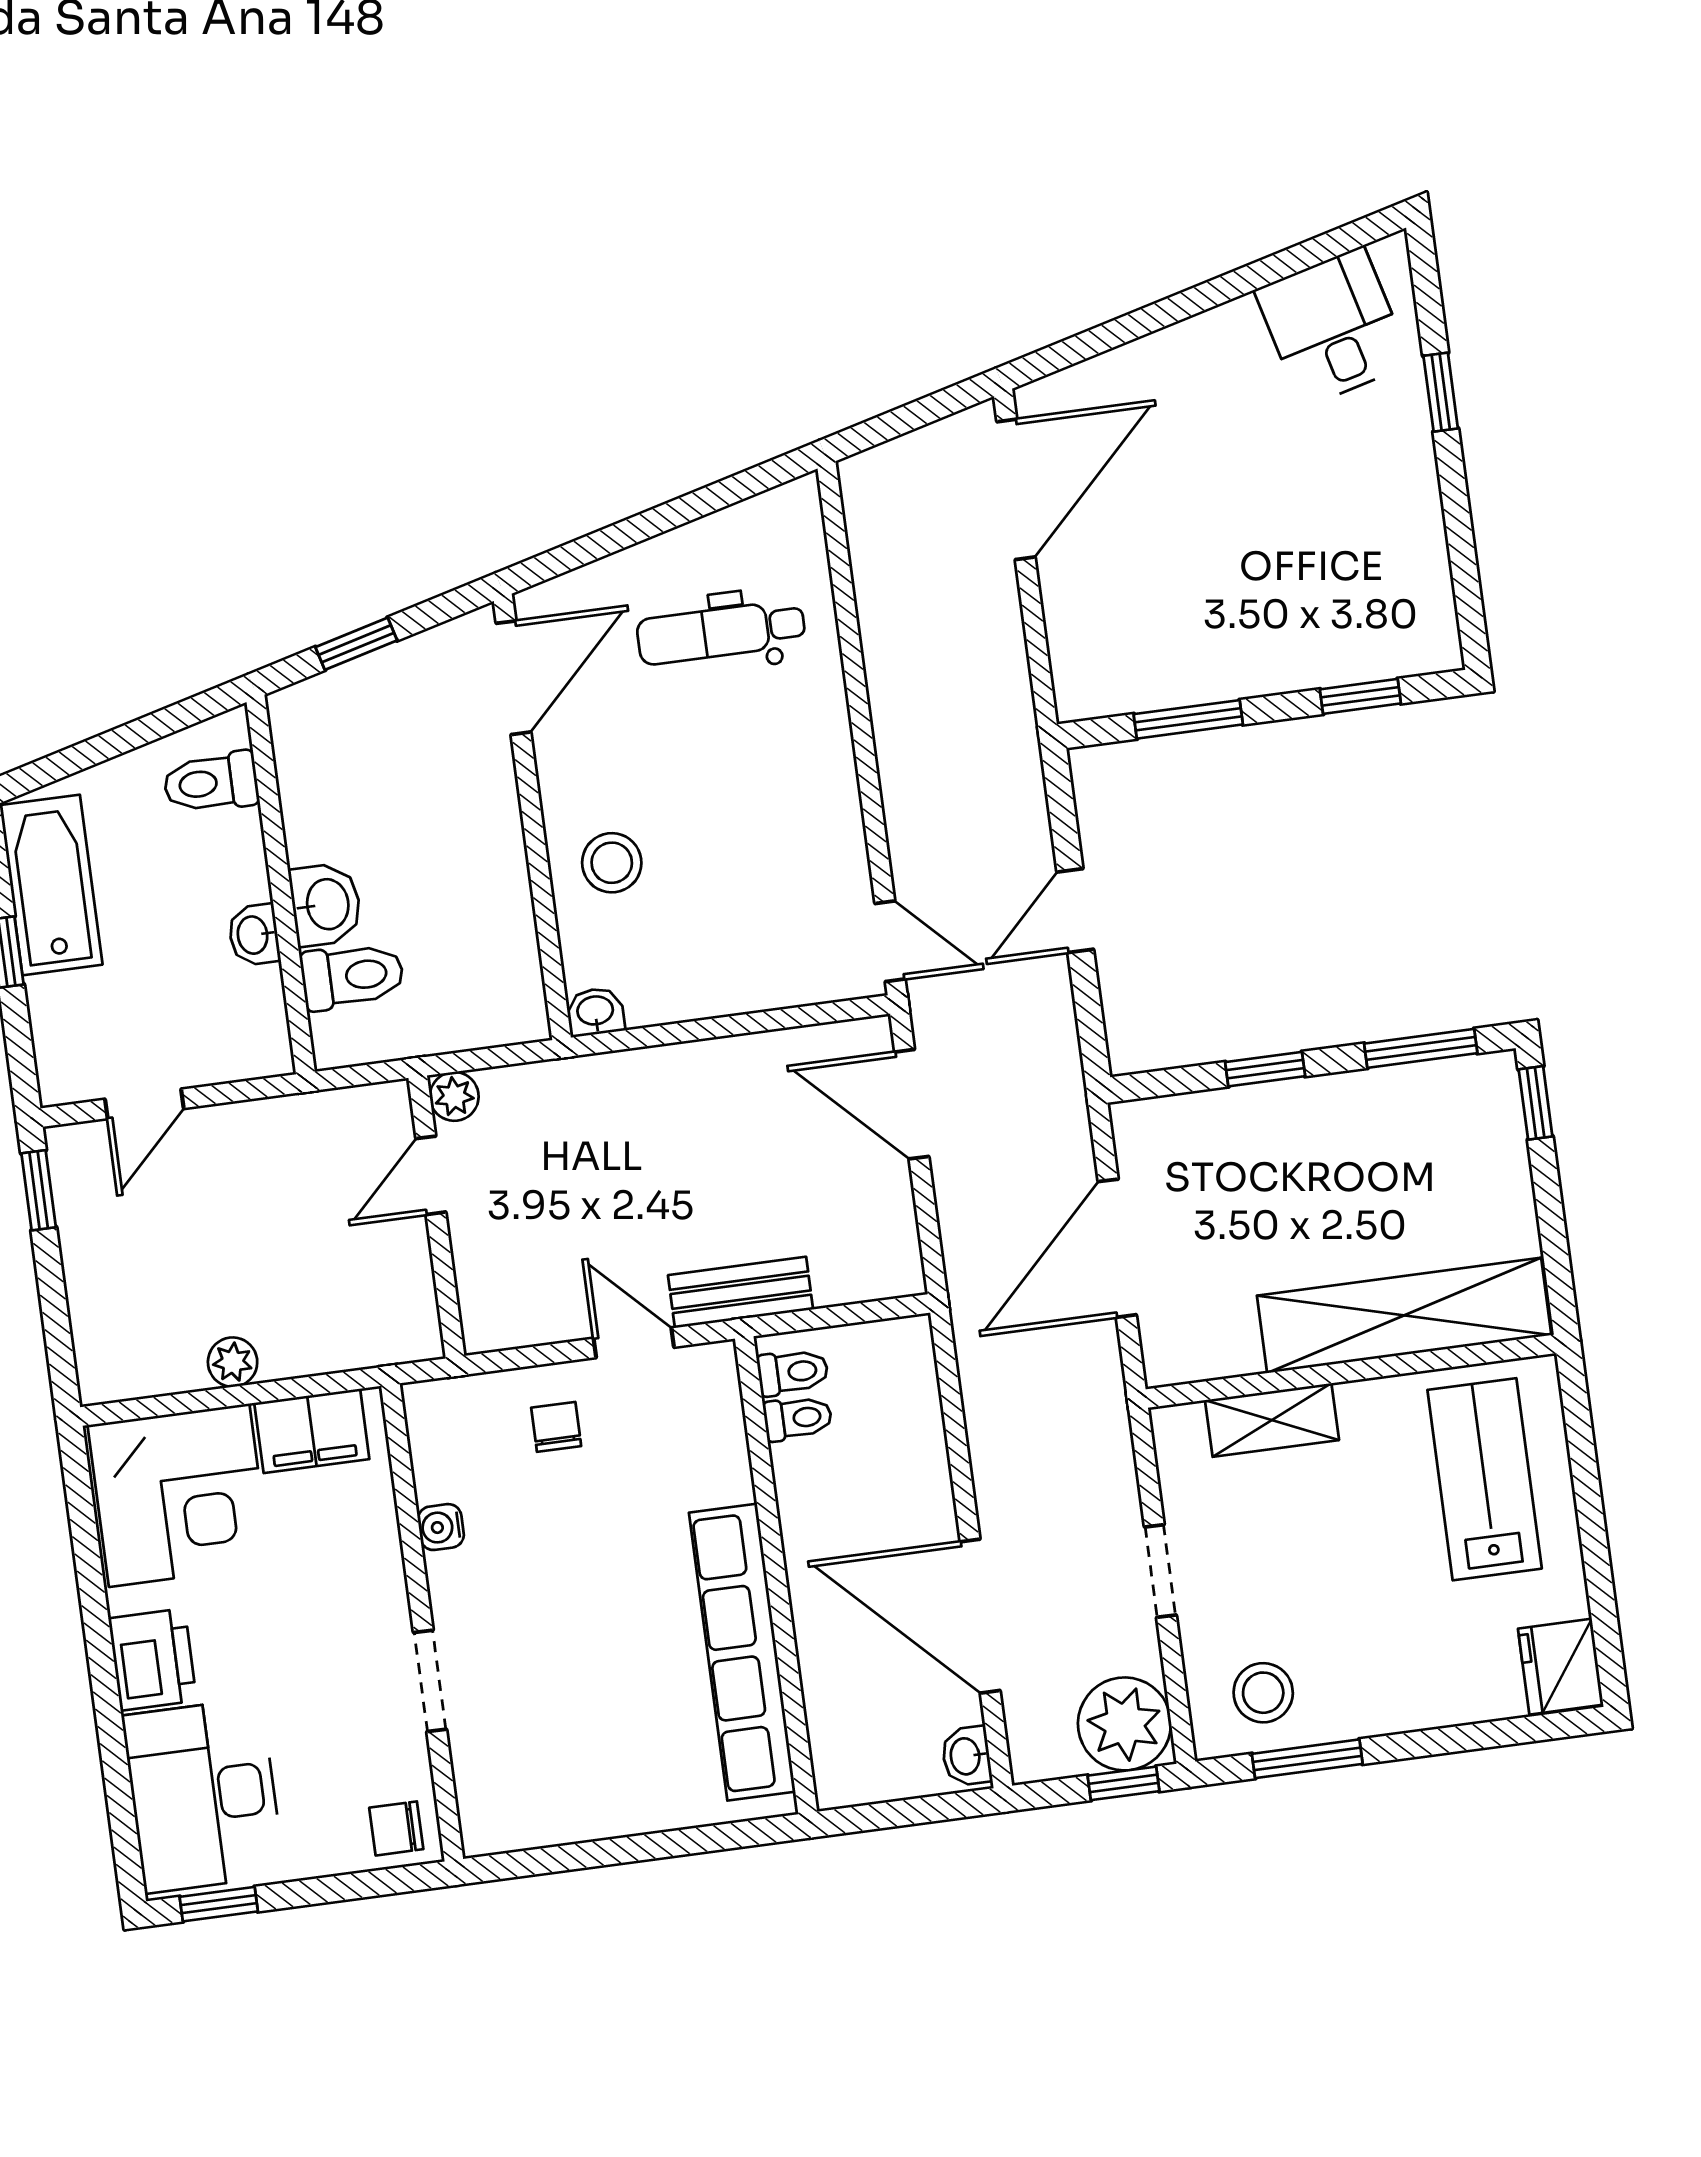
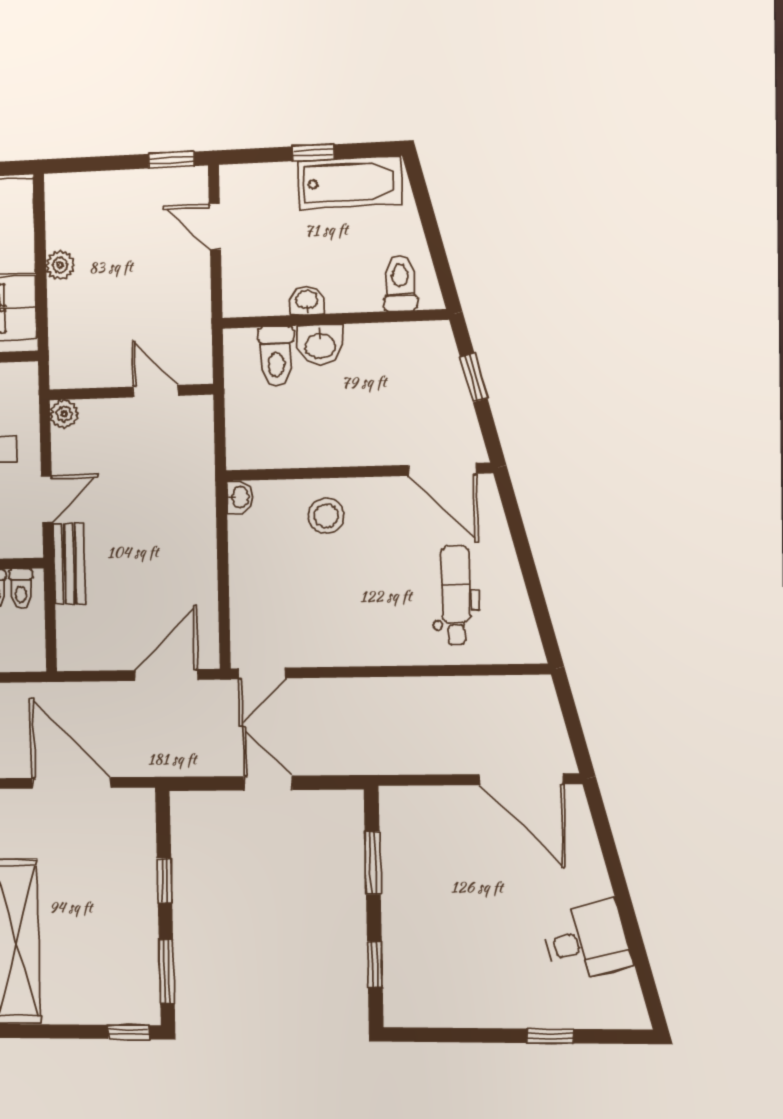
desk: (1333, 327) -> (587, 941), moved
plant: (454, 1096) -> (64, 414), moved

